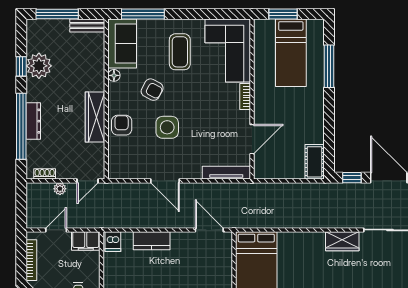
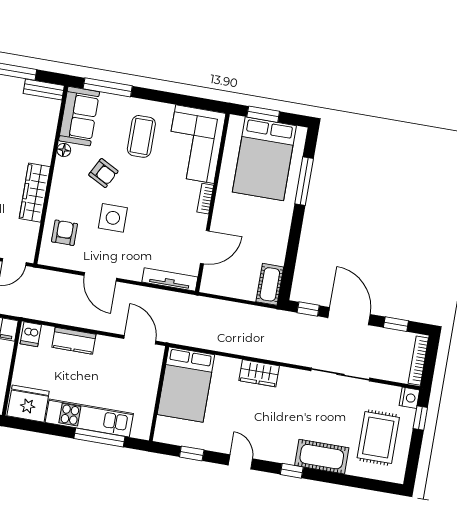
bed: (291, 53) -> (264, 159), width x1.50
armchair: (122, 125) -> (65, 233), moved
wardrobe: (342, 241) -> (259, 373), moved

